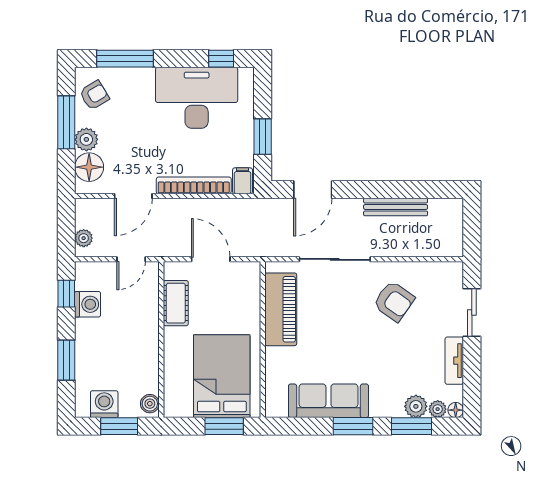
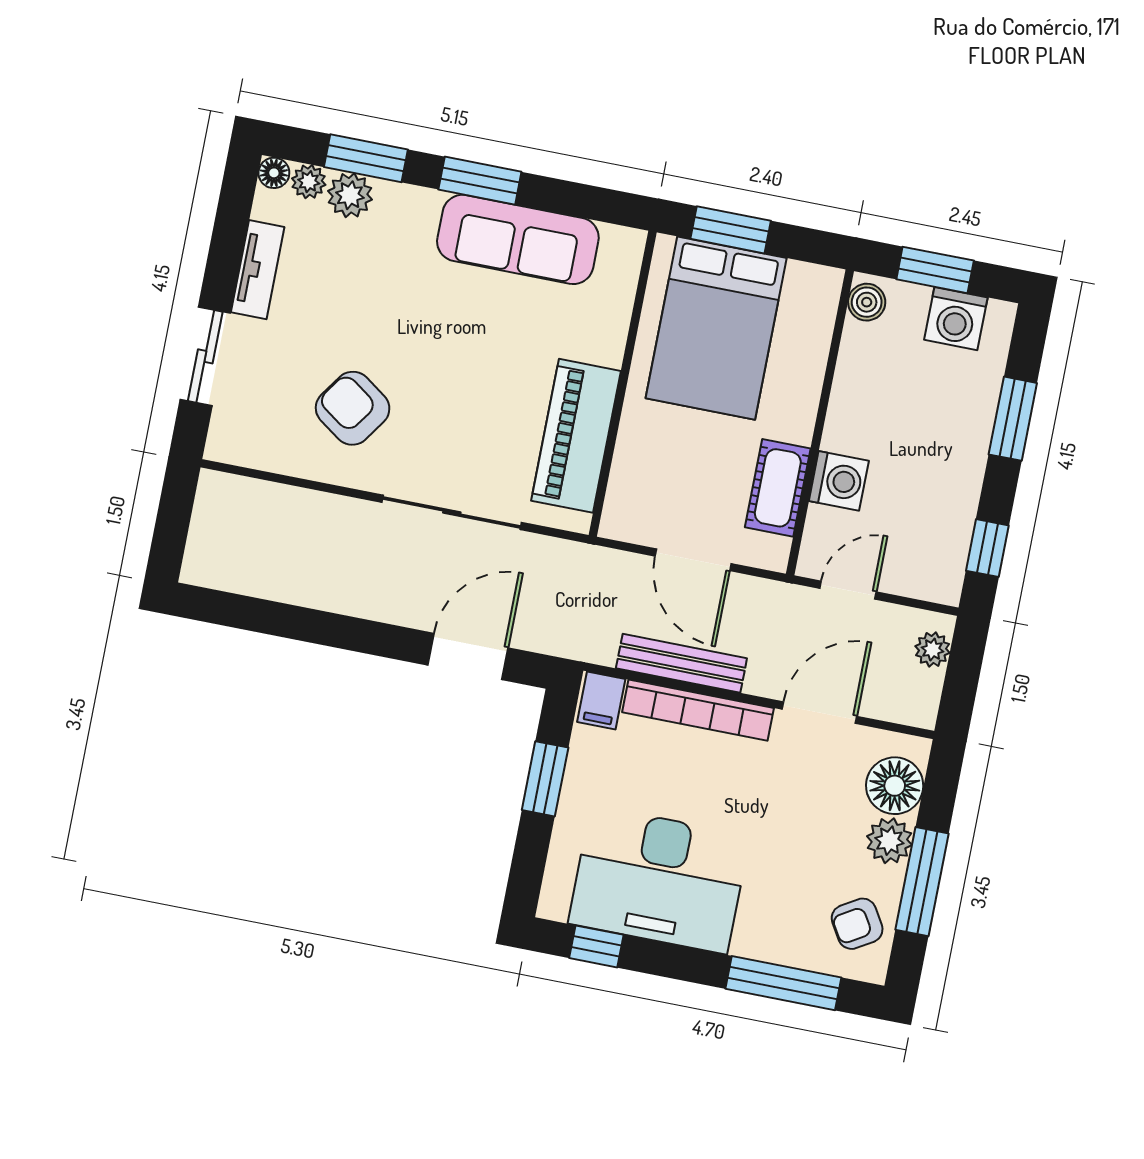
bench: (396, 207) -> (681, 663), moved
washing machine: (88, 304) -> (839, 481), moved, turned 180

